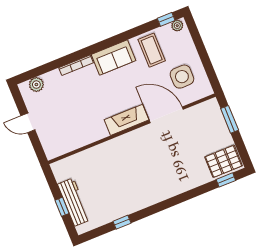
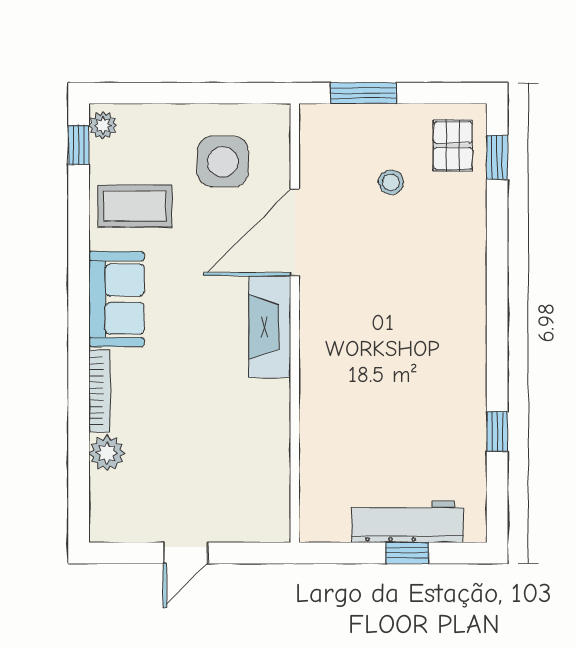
plant: (36, 85) -> (107, 453), moved
stool: (200, 144) -> (391, 182), added
pallet: (224, 161) -> (453, 145), width x0.67, depth x0.71

